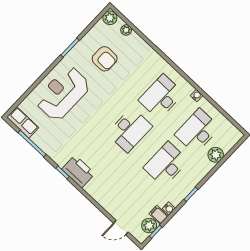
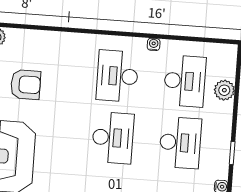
plant: (126, 30) -> (24, 36), removed
desk: (197, 131) -> (185, 81), turned 180
desk: (166, 164) -> (180, 143), turned 180

